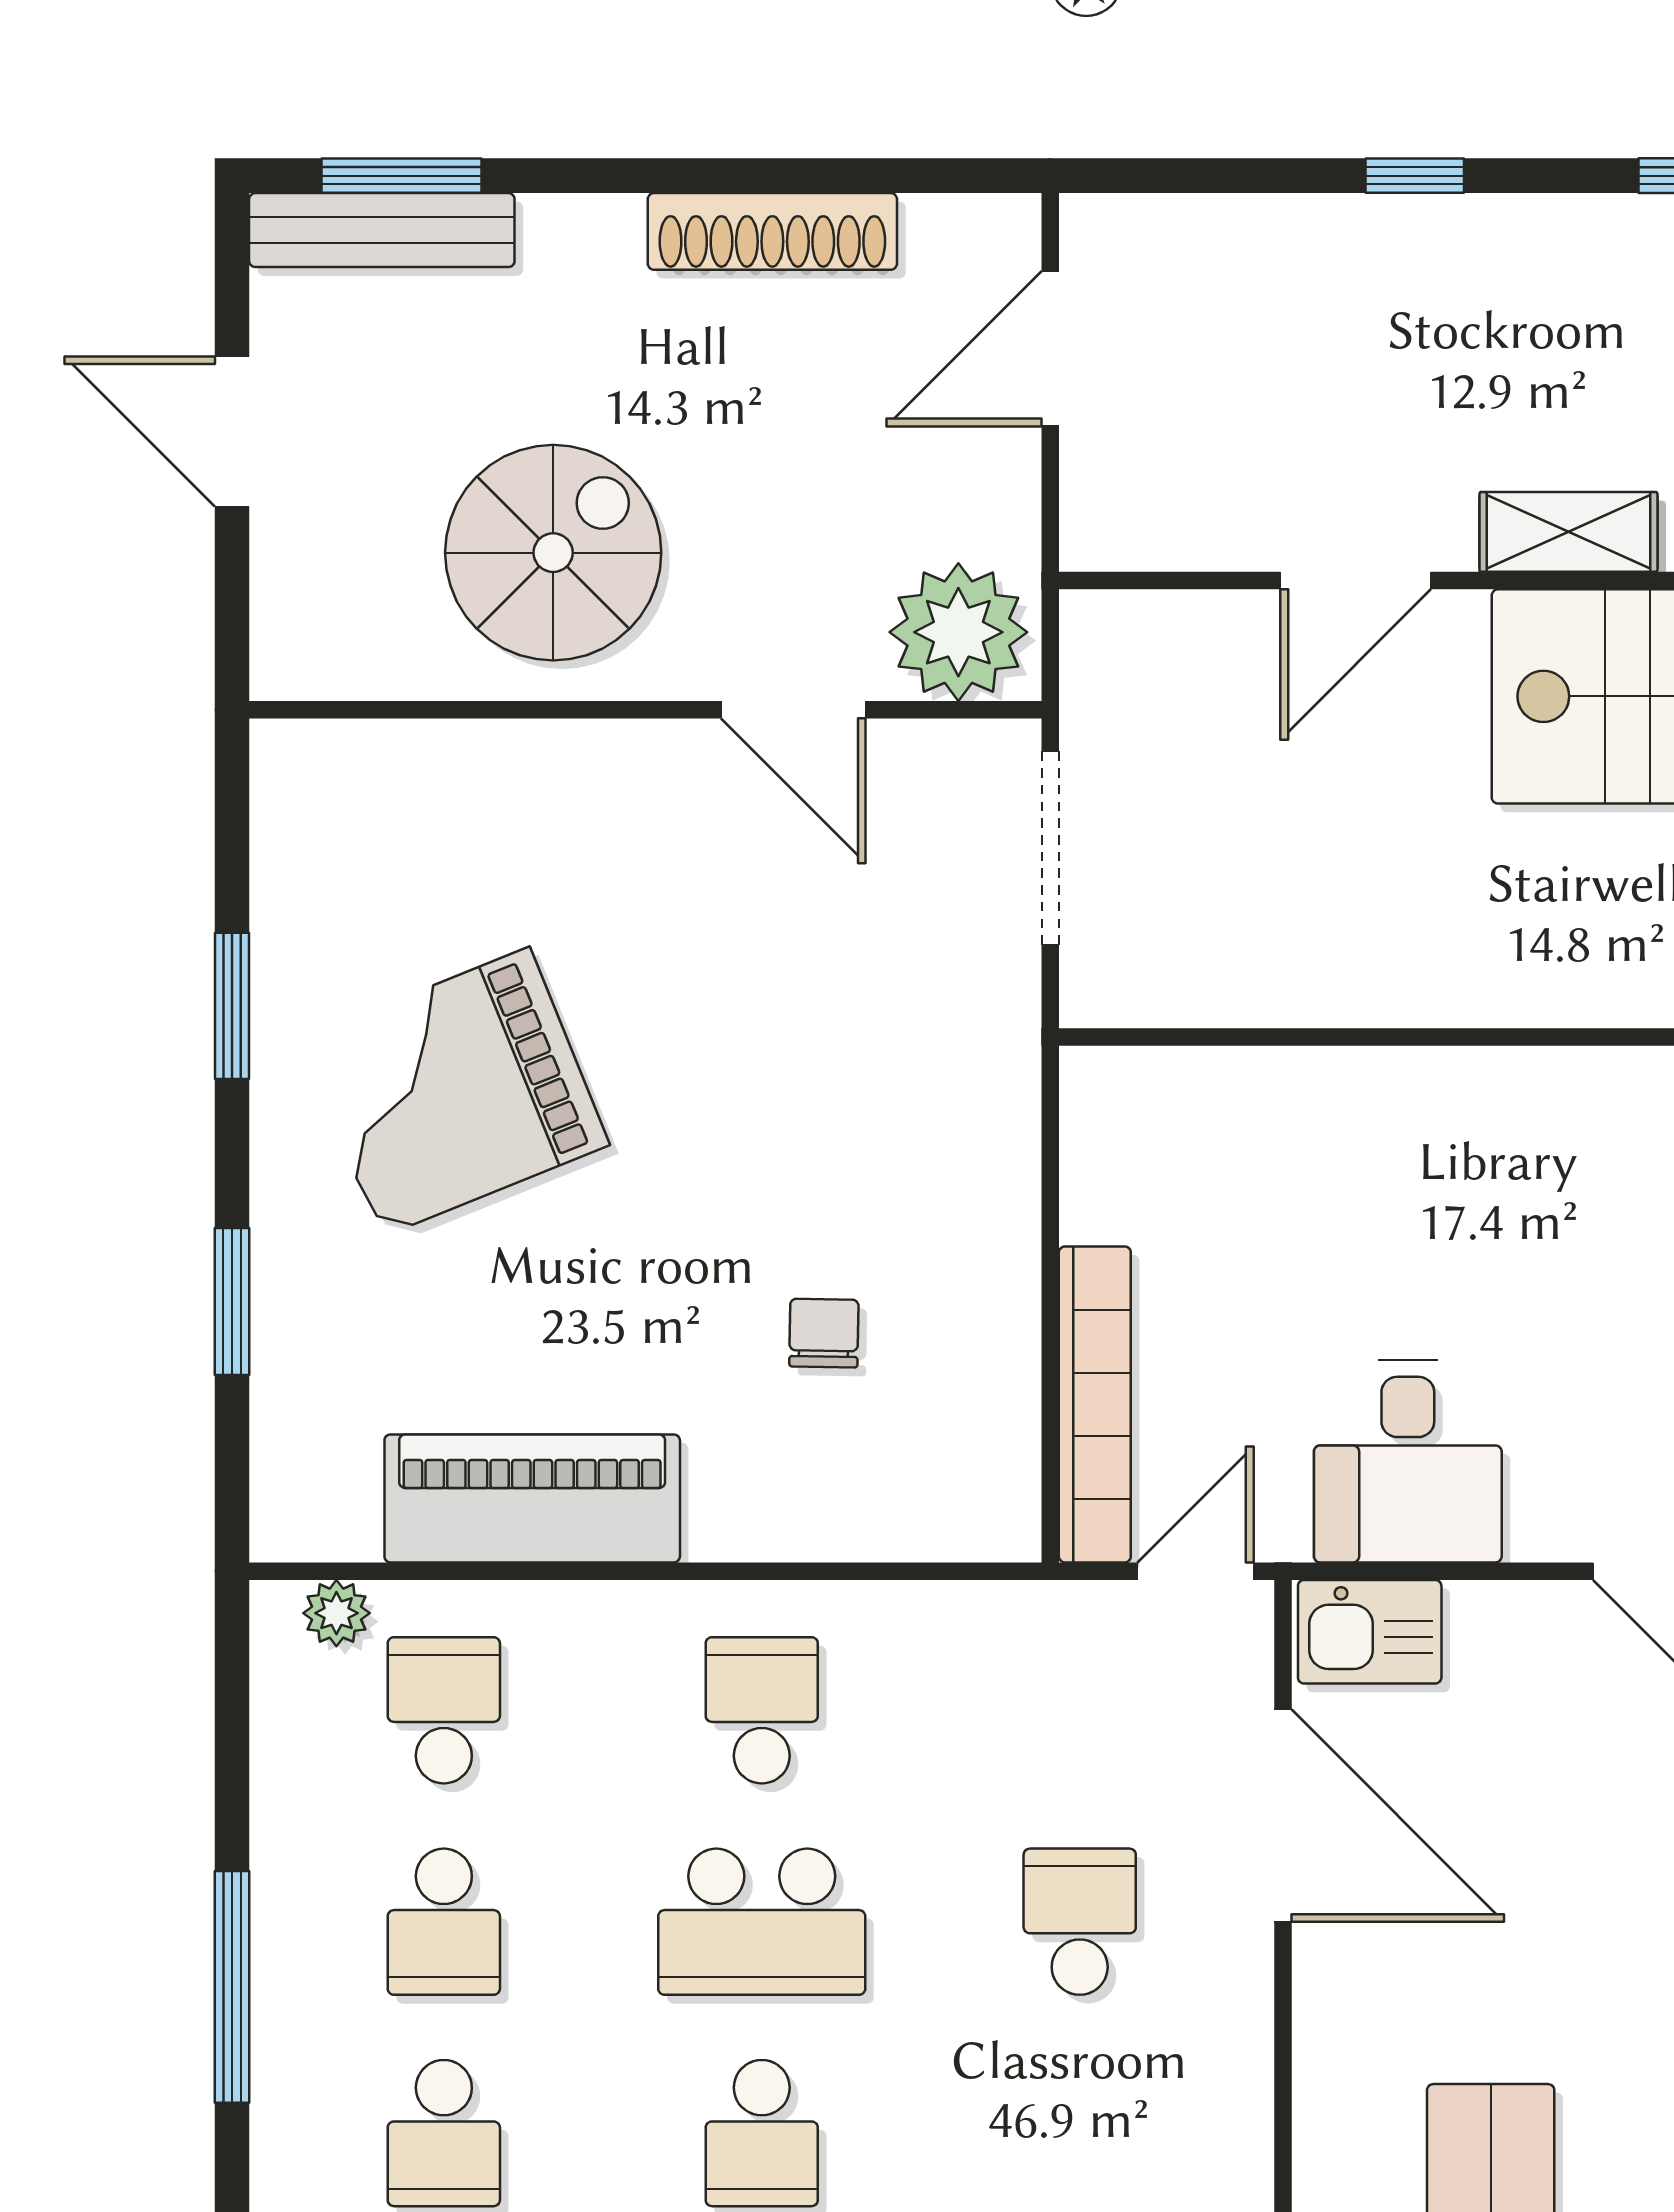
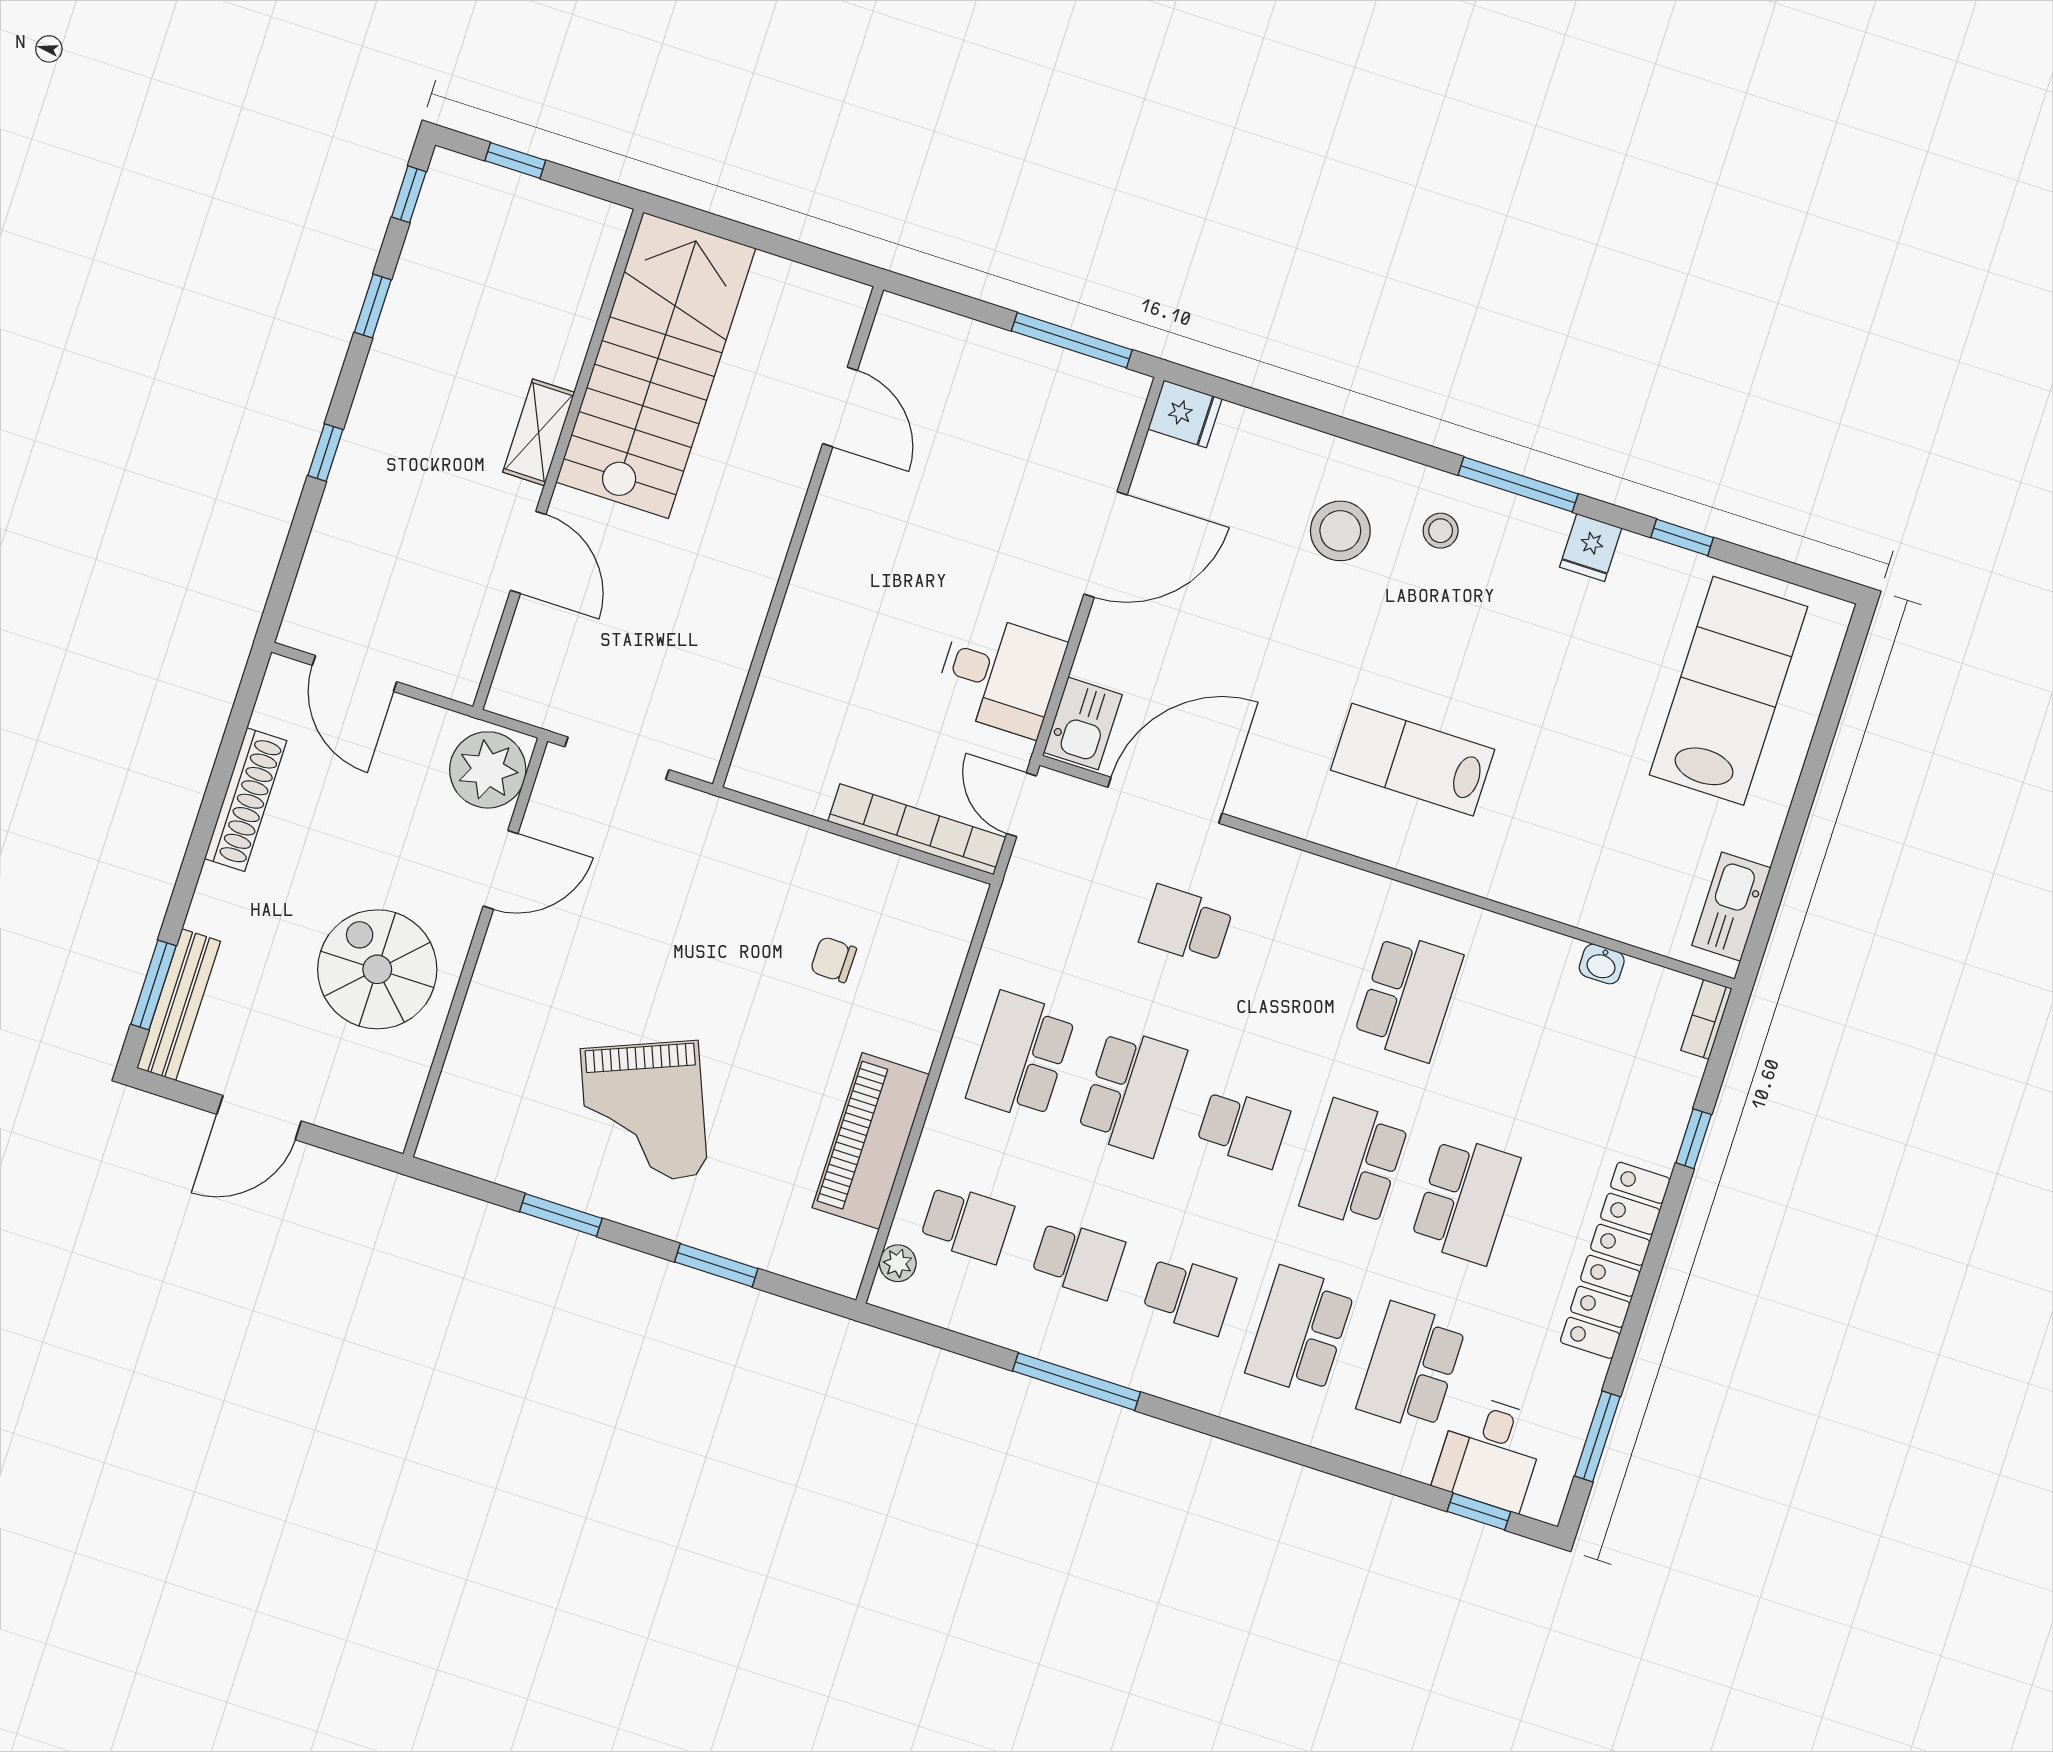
school desk: (444, 1710) -> (967, 1223), turned 180
school desk: (762, 1710) -> (1021, 1056), width x1.85

